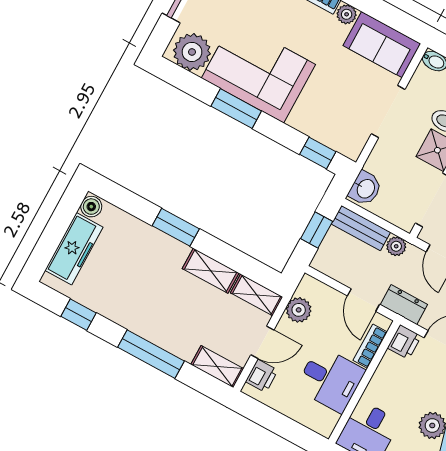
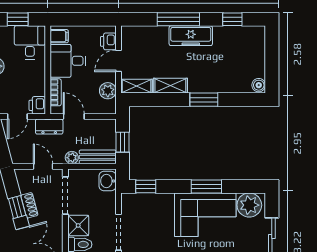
freezer: (74, 249) -> (191, 36), moved, turned -90
shelving: (217, 367) -> (137, 33), removed
filing cabinet: (324, 419) -> (59, 36), added

